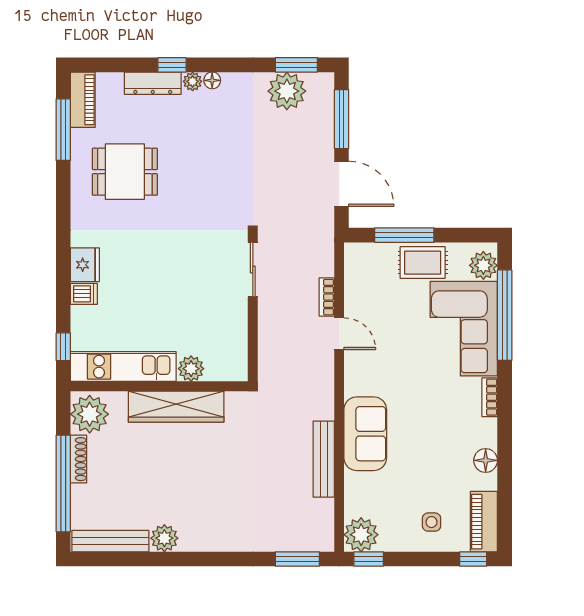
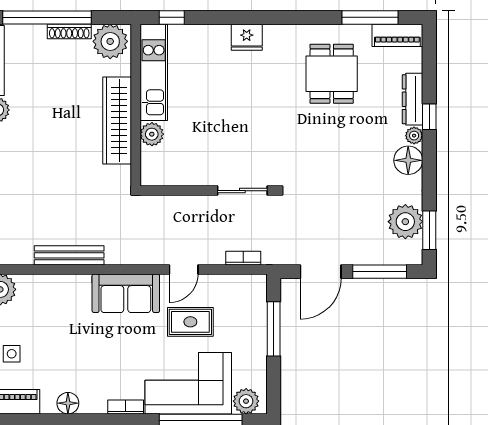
floor lamp: (212, 80) -> (408, 160), width x1.89, depth x1.89
rug: (423, 263) -> (190, 322), moved, turned 90
dishwasher: (84, 294) -> (220, 36), removed
bookcase: (327, 297) -> (243, 258), moved
sofa: (365, 434) -> (126, 293), moved

